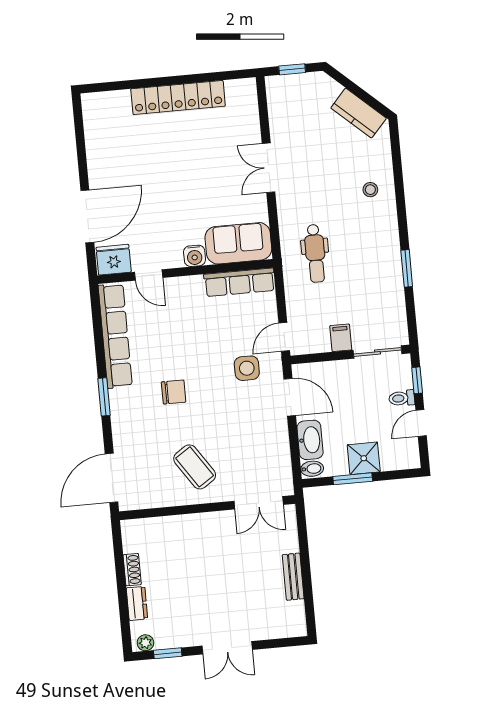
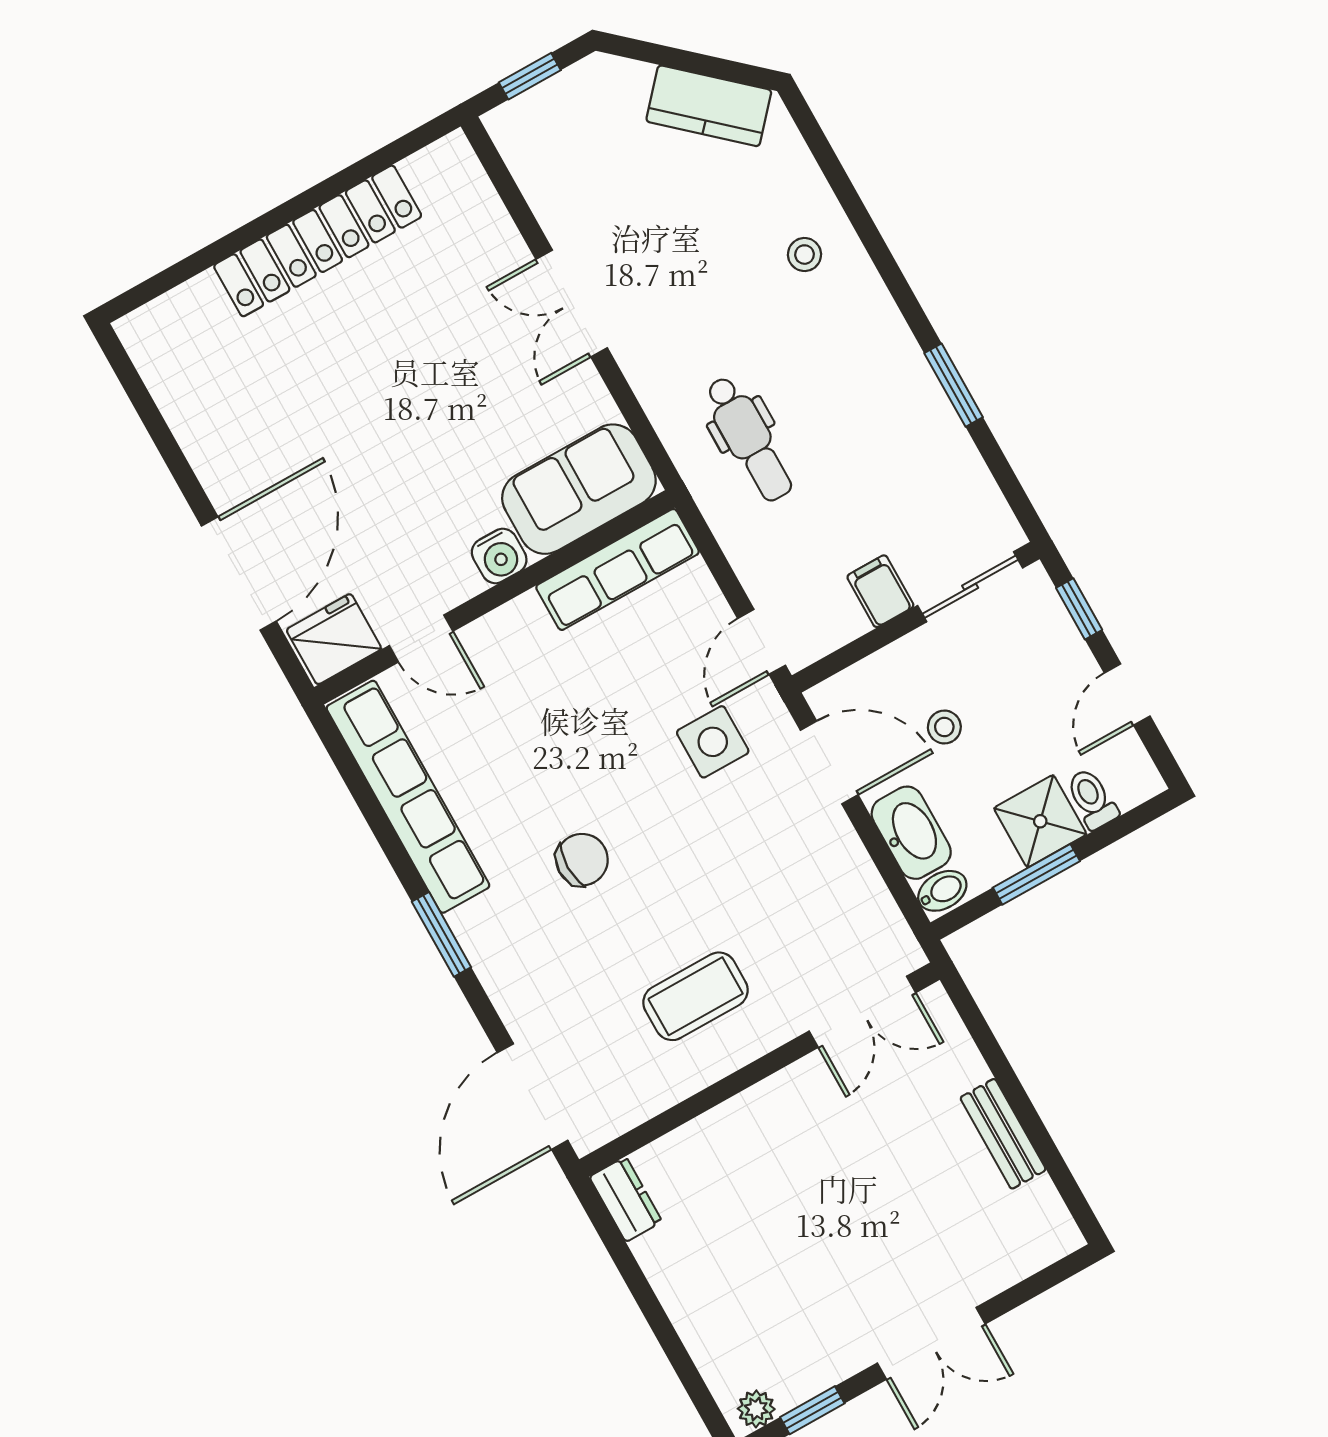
toilet: (402, 398) -> (1092, 799), moved, turned 90
stool: (342, 403) -> (944, 727), added
coffee table: (195, 467) -> (695, 996), turned -56
shoe rack: (132, 570) -> (661, 1269), removed
dresser: (137, 603) -> (626, 1199), moved

